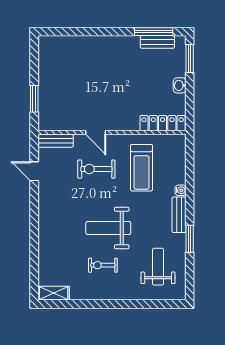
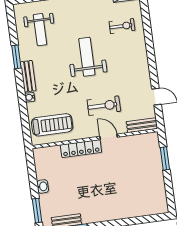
locker: (163, 123) -> (81, 149), moved
treadmill: (141, 168) -> (52, 125), moved, turned 90
weight bench: (108, 228) -> (87, 57), turned -90
exercise bike: (103, 265) -> (122, 26), moved

